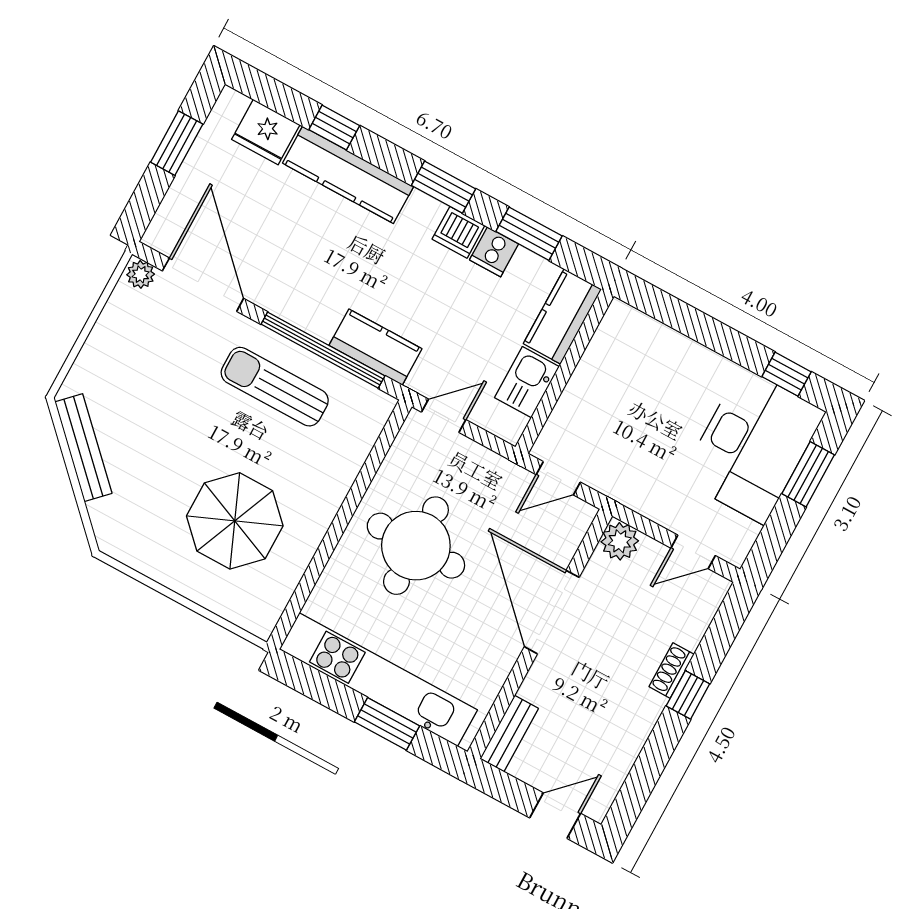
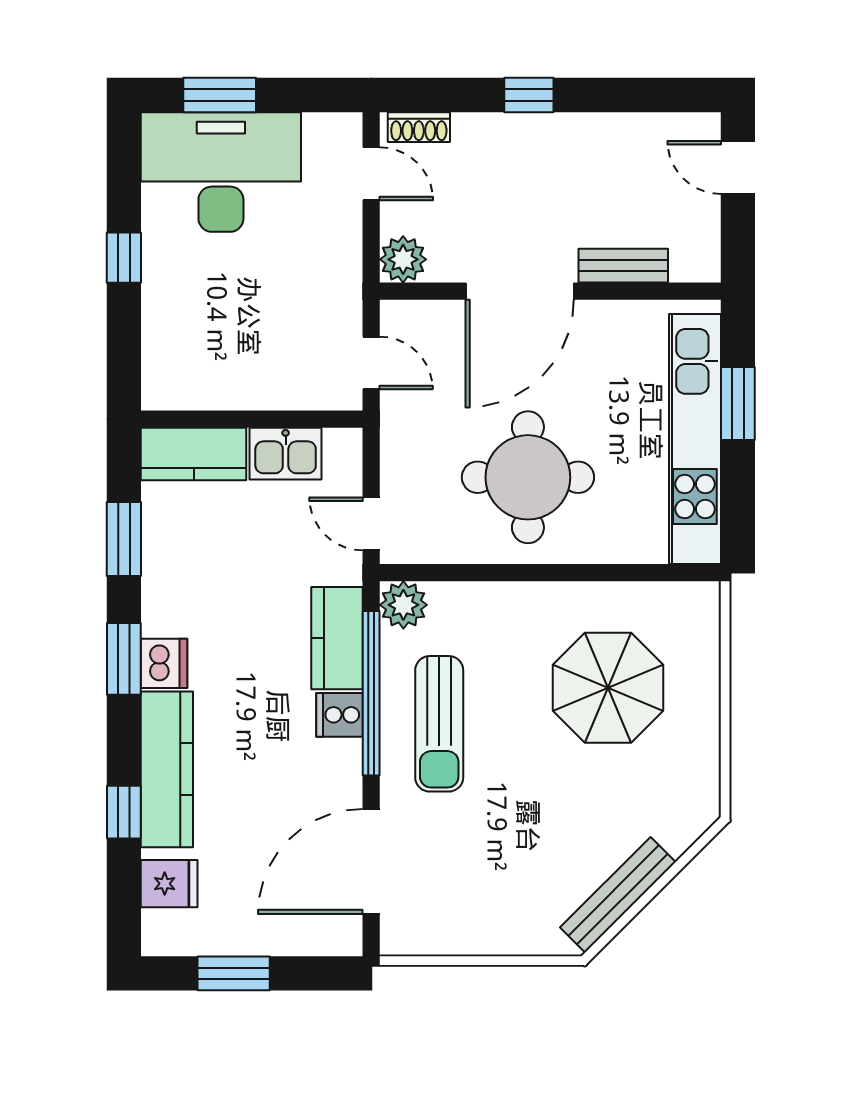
fridge: (266, 132) -> (169, 884), width x0.72
dishwasher: (458, 232) -> (164, 663), moved
cooker: (494, 252) -> (340, 715), moved, turned 180
plant: (141, 274) -> (403, 605), moved, width x1.38, depth x1.38
window: (787, 374) -> (124, 258), moved
shoe rack: (672, 671) -> (419, 127), moved
bench: (509, 734) -> (623, 266), moved

